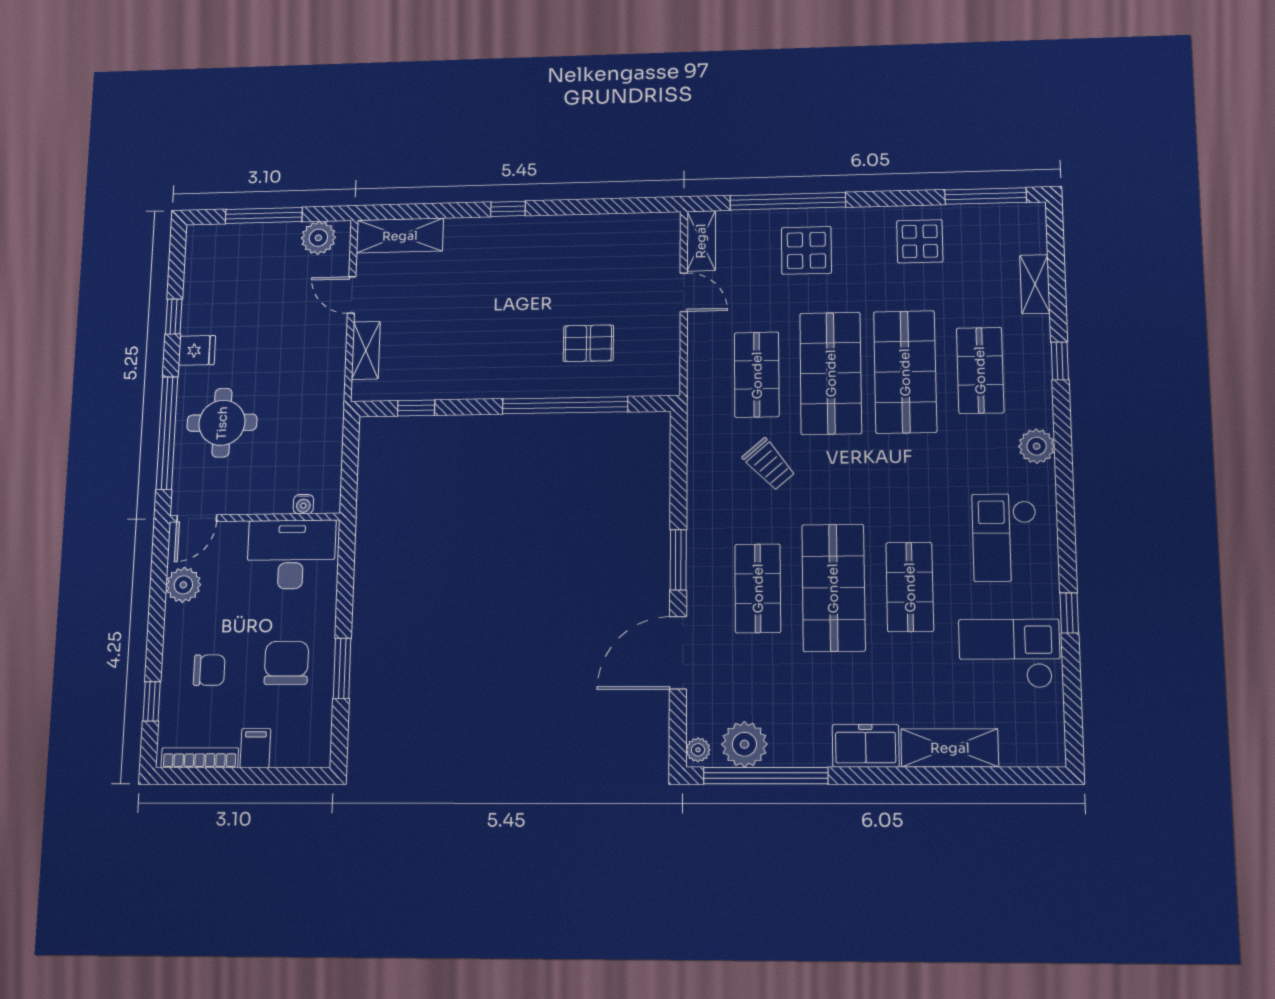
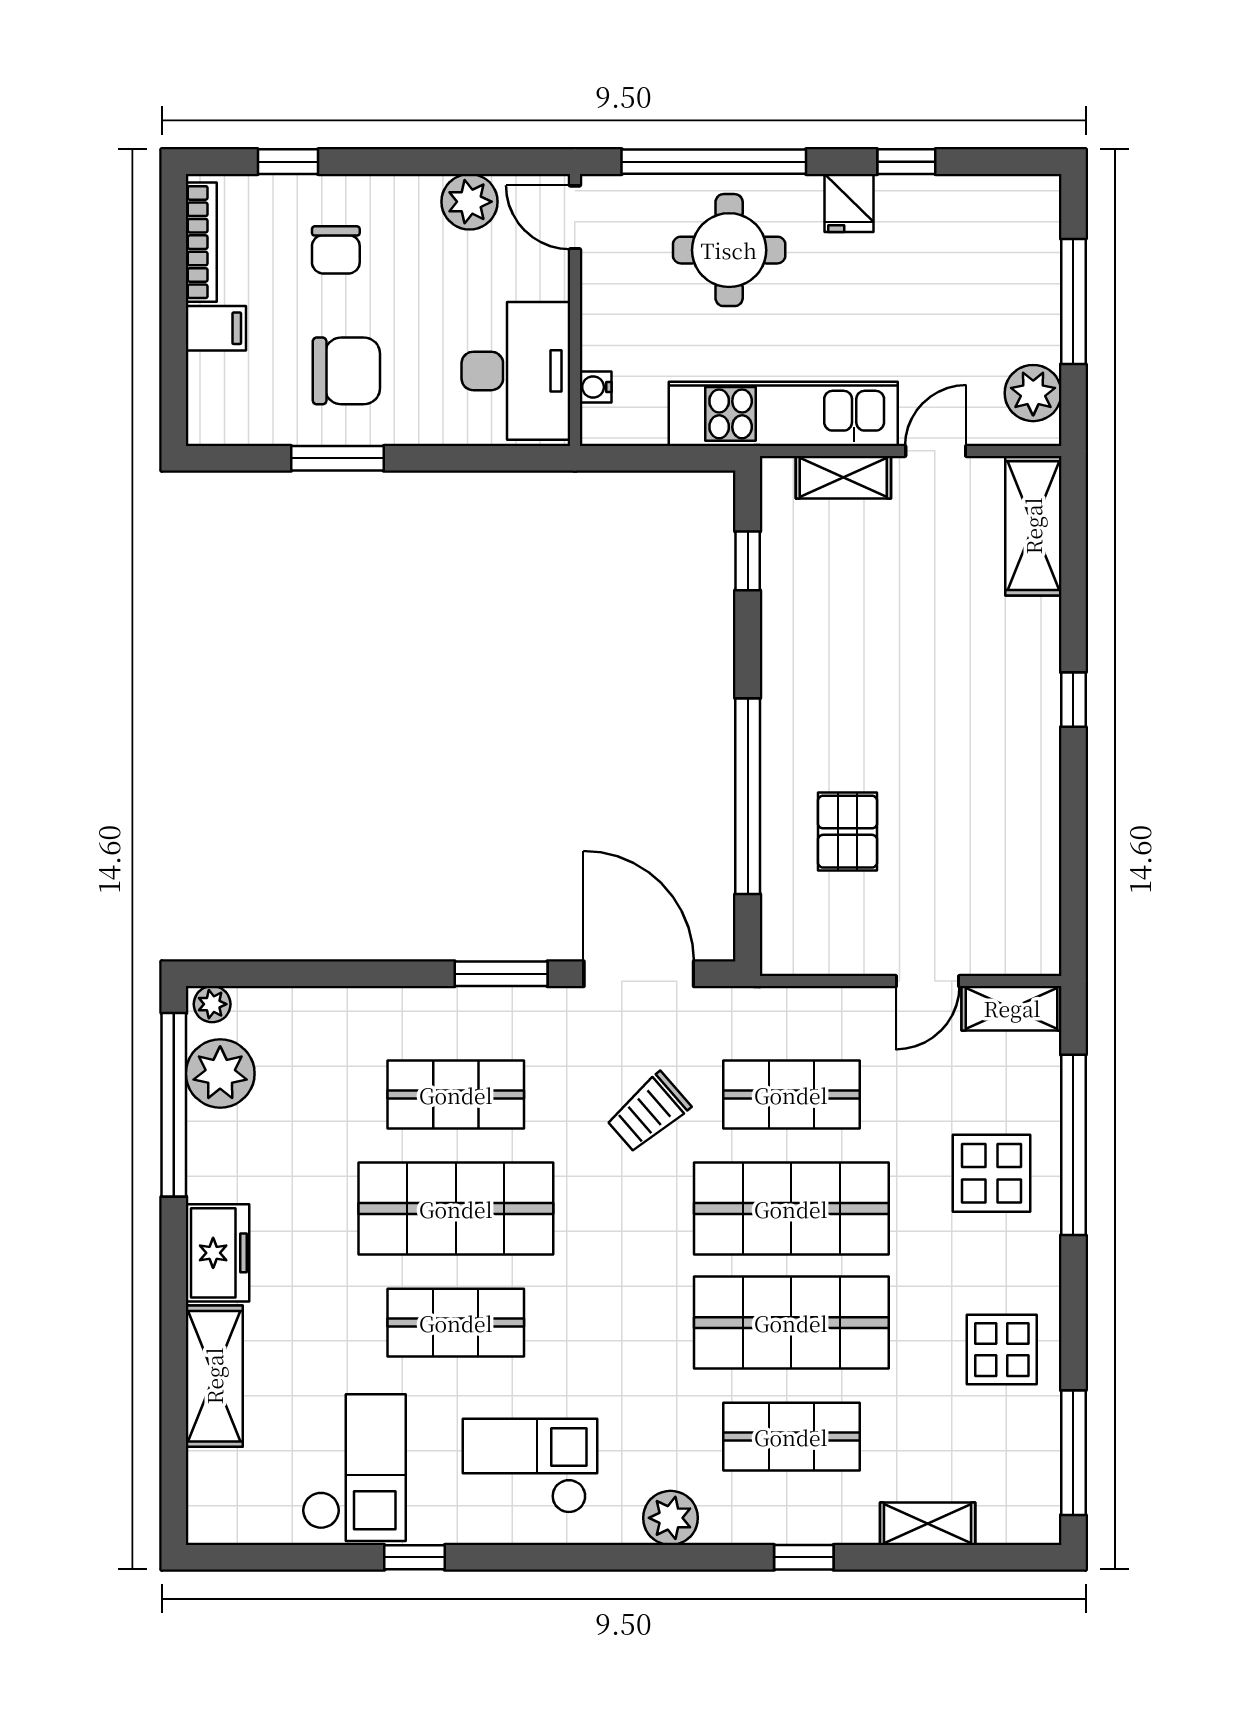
kitchen unit: (325, 388) -> (783, 414), added
door: (678, 653) -> (639, 974), moved

